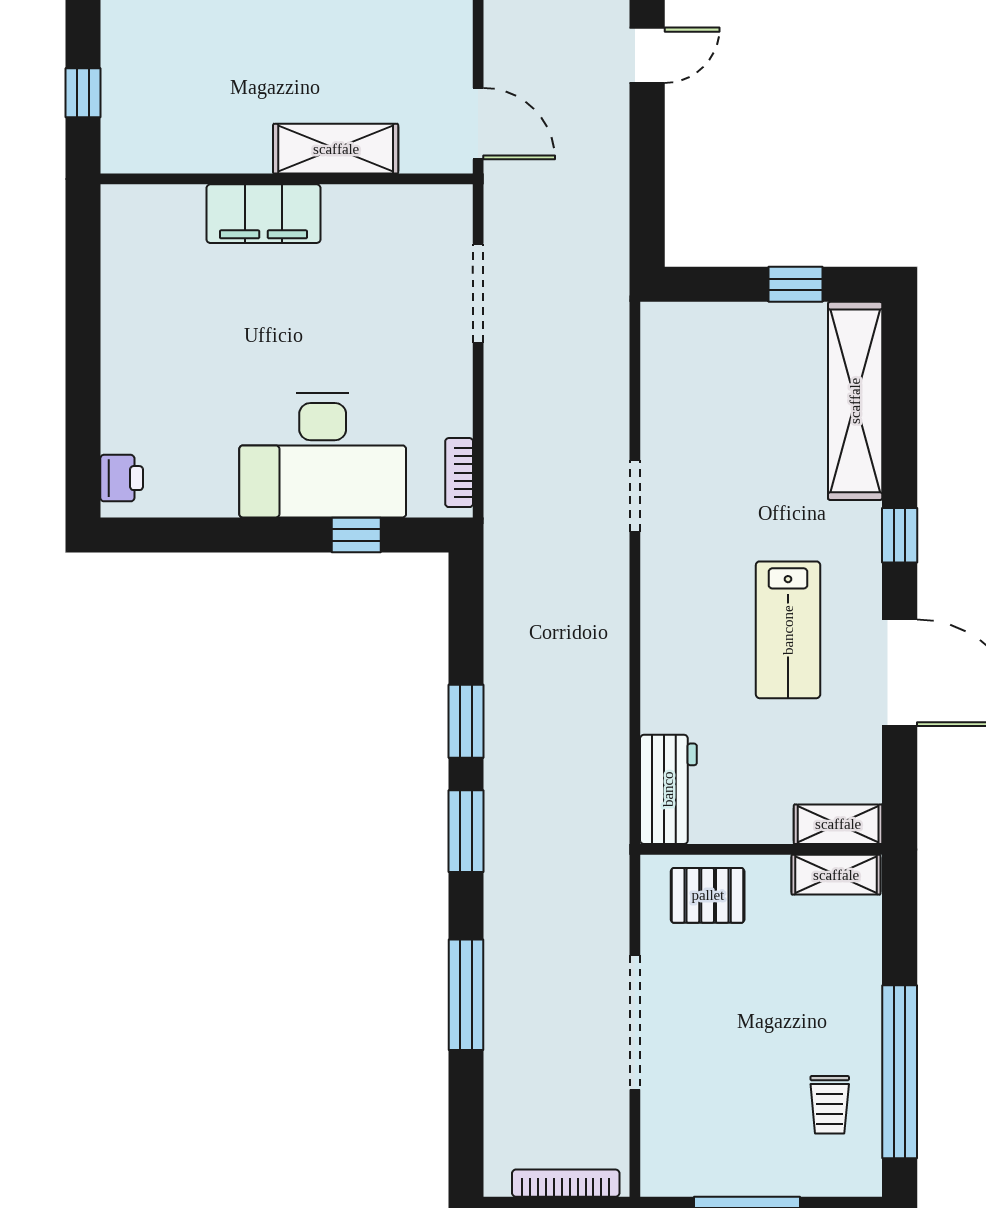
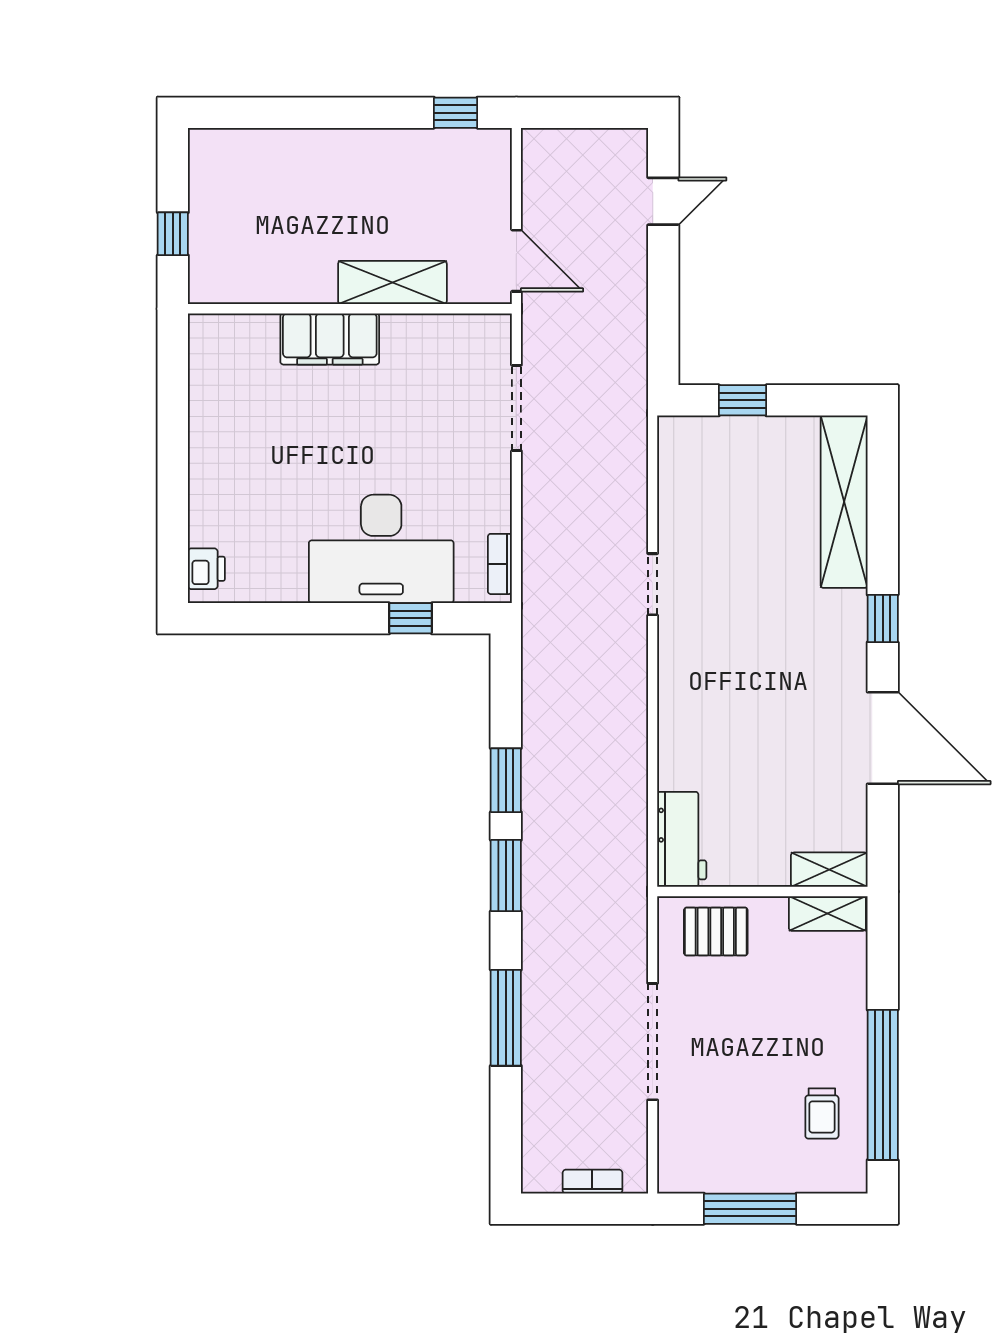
window: (795, 284) -> (743, 400), moved
lab bench: (788, 630) -> (786, 701), removed
bookcase: (566, 1183) -> (592, 1182), width x0.64

